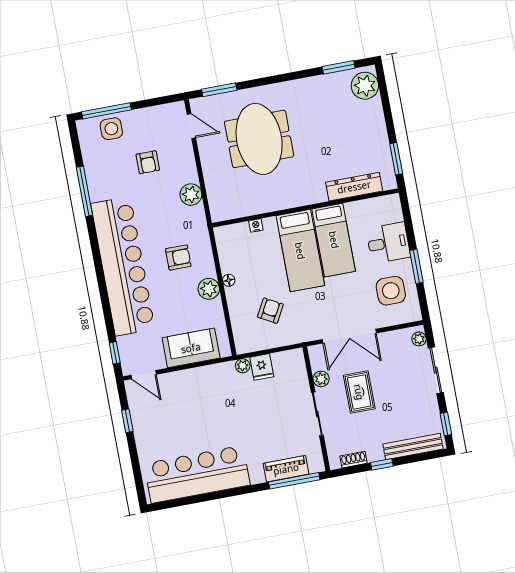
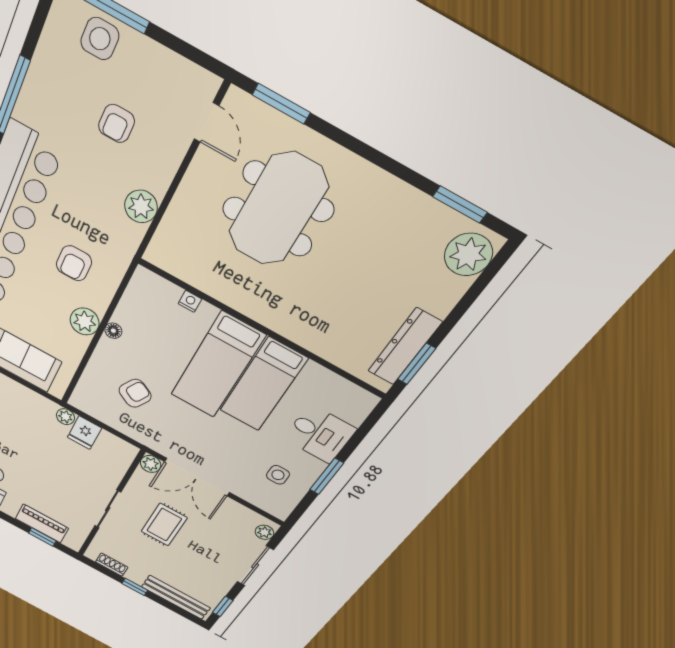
dresser: (354, 187) -> (405, 347), moved, turned -90
armchair: (178, 257) -> (74, 263), turned 90
side table: (391, 291) -> (278, 475), width x0.54, depth x0.54
plant: (321, 379) -> (151, 464), moved
window: (294, 481) -> (42, 537), width x0.46

